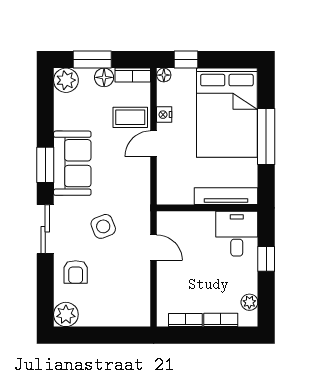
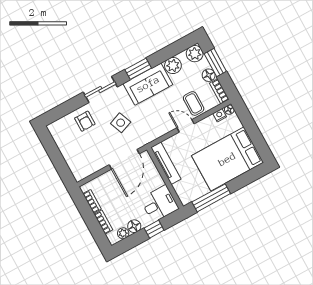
window: (186, 60) -> (246, 118), removed
nightstand: (164, 115) -> (220, 115), moved
window: (266, 136) -> (211, 198), moved
tv unit: (226, 196) -> (166, 163), moved
door: (154, 248) -> (124, 159), width x1.88
armchair: (76, 272) -> (85, 121), turned -90
floor lamp: (248, 283) -> (134, 226), added
plant: (66, 314) -> (173, 66), moved

